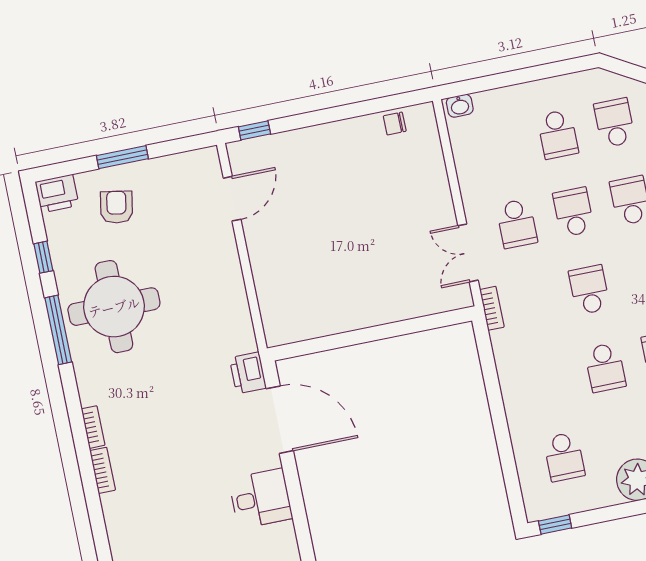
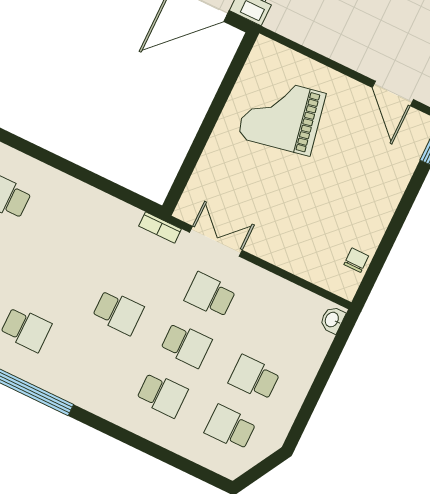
school desk: (615, 123) -> (230, 427), turned 180
grand piano: (321, 278) -> (282, 115), added
school desk: (605, 368) -> (50, 279), removed

